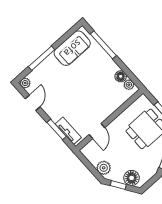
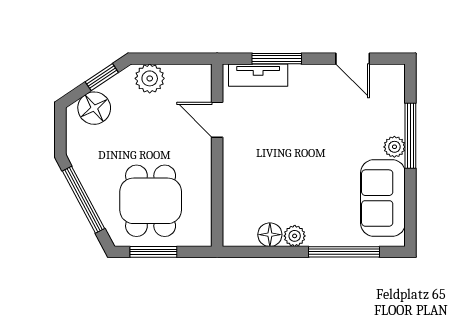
plant: (25, 83) -> (394, 147), moved
plant: (129, 85) -> (295, 236), moved

